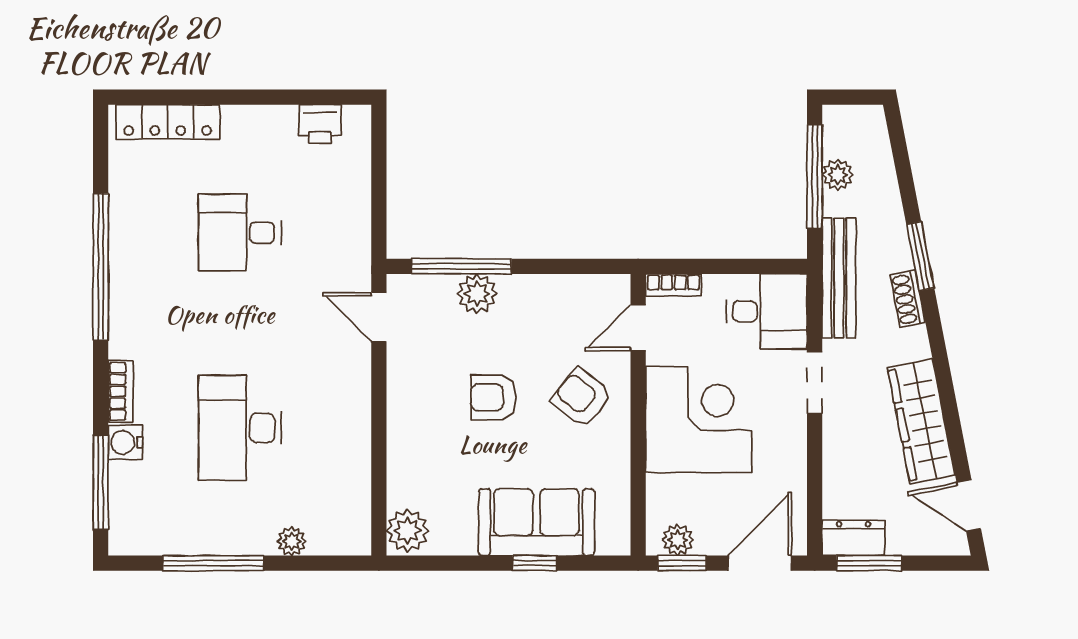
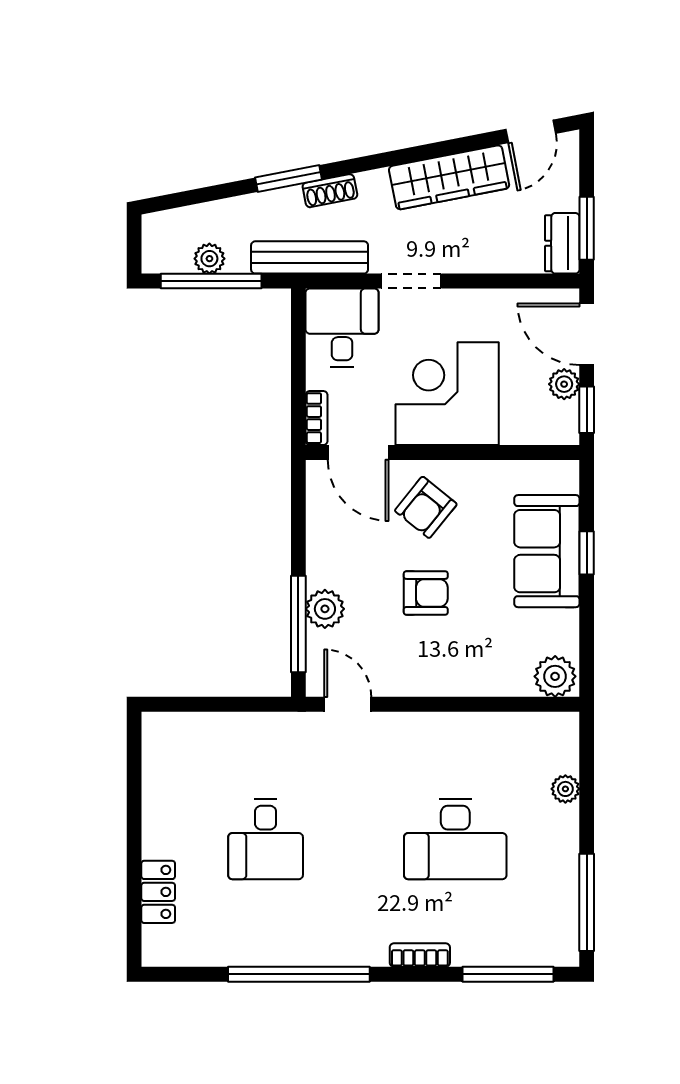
locker: (168, 122) -> (158, 892), width x0.66
printer: (320, 124) -> (160, 761), removed
door: (379, 317) -> (348, 704), swing flipped
door: (638, 328) -> (358, 453), width x1.38
armchair: (493, 397) -> (426, 593), turned -90
water cooler: (125, 442) -> (469, 950), removed
plant: (678, 540) -> (564, 384), moved
window: (213, 563) -> (587, 902), moved

